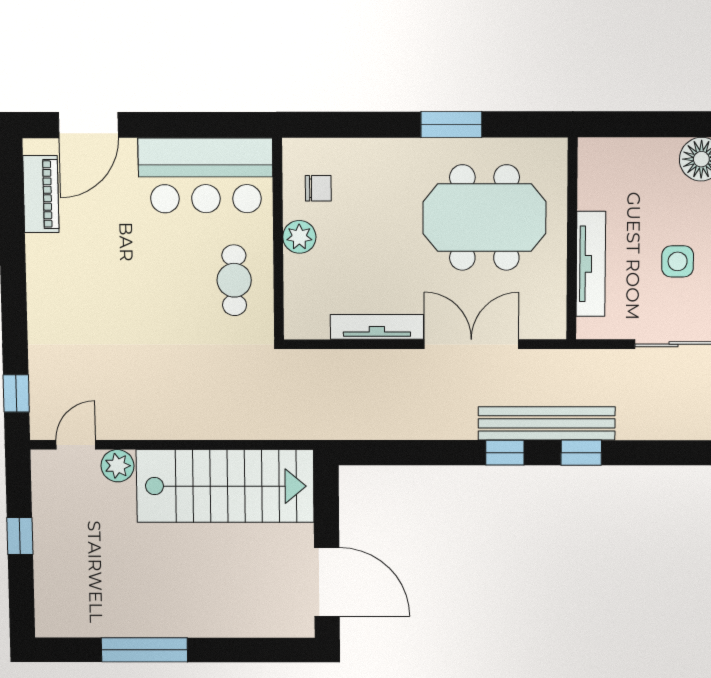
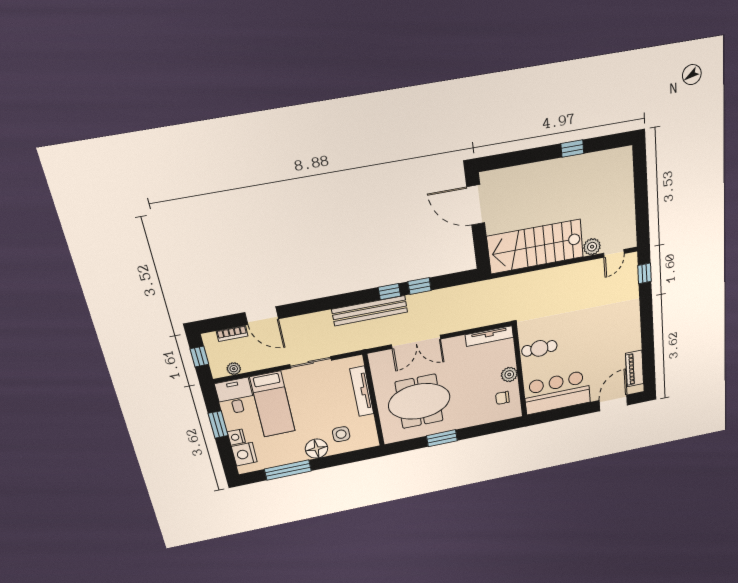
side table: (678, 261) -> (341, 434), moved
cafe table: (234, 280) -> (539, 348), turned 90
tv unit: (377, 327) -> (489, 336), moved
window: (581, 453) -> (420, 286), moved
window: (20, 536) -> (641, 200), removed
window: (144, 650) -> (572, 149), width x0.46

